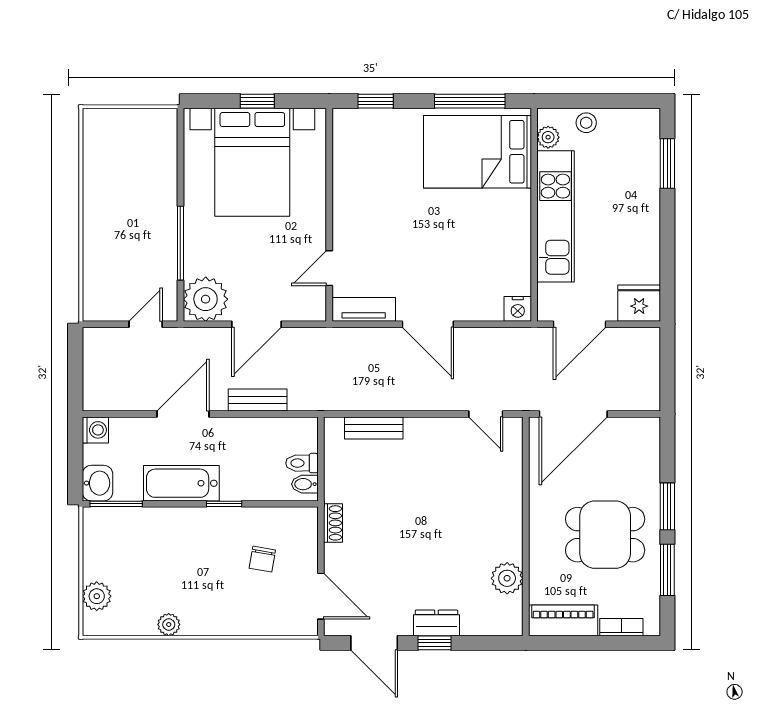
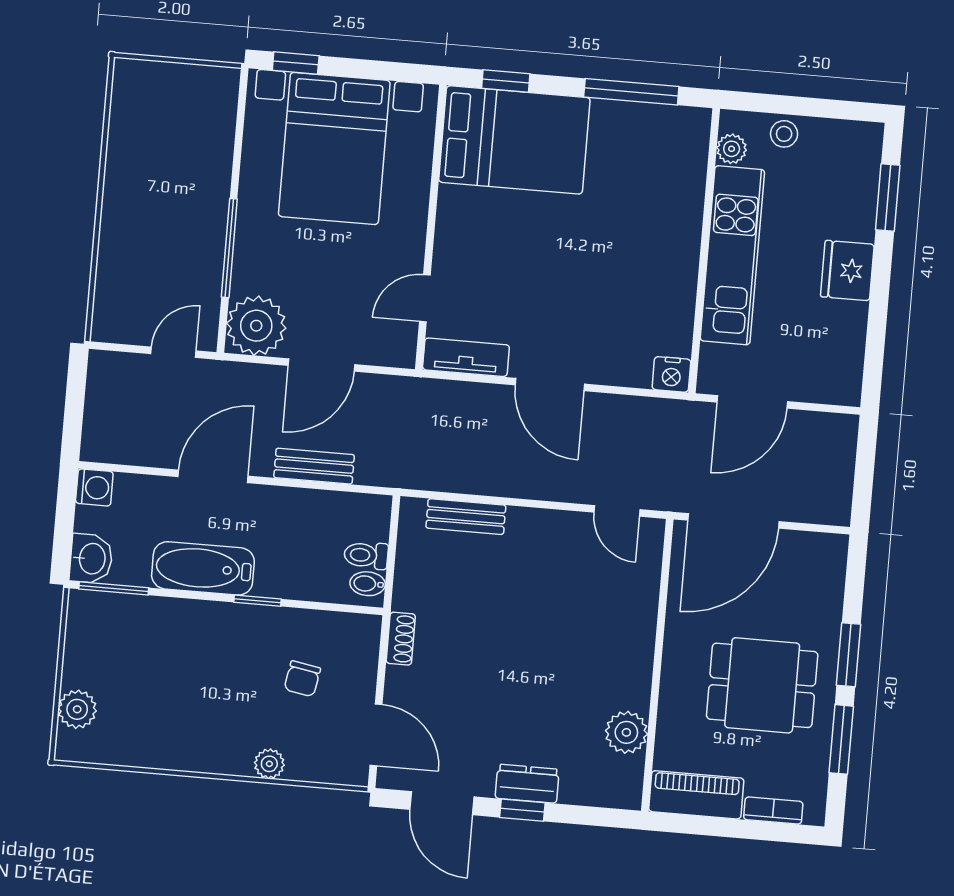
window: (257, 101) -> (296, 63), moved
bed: (478, 152) -> (514, 140), moved, turned 180
fridge: (639, 303) -> (847, 271), moved, turned -90
plant: (169, 625) -> (269, 764), moved

